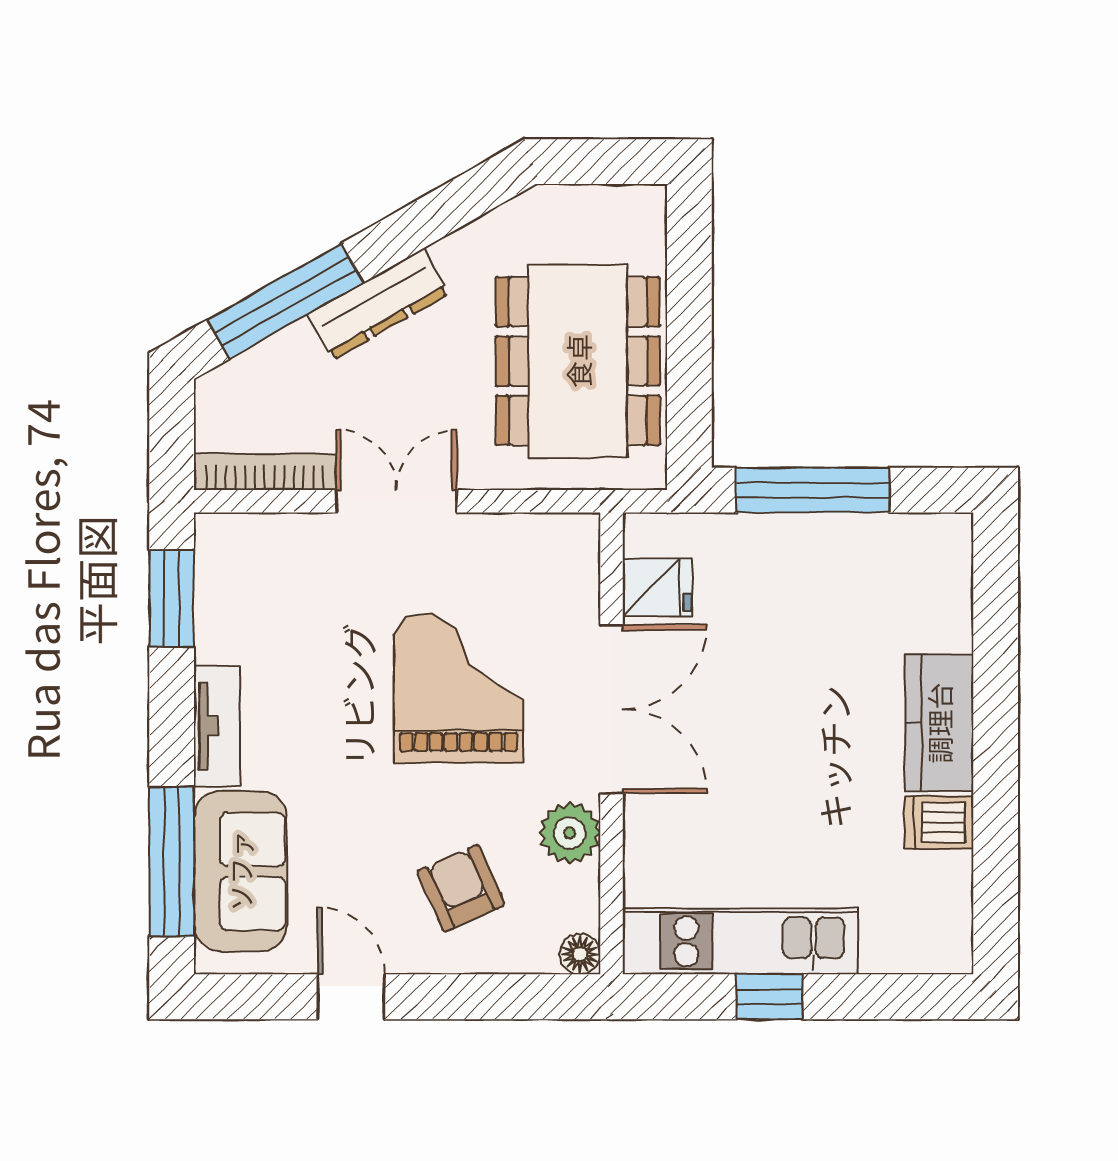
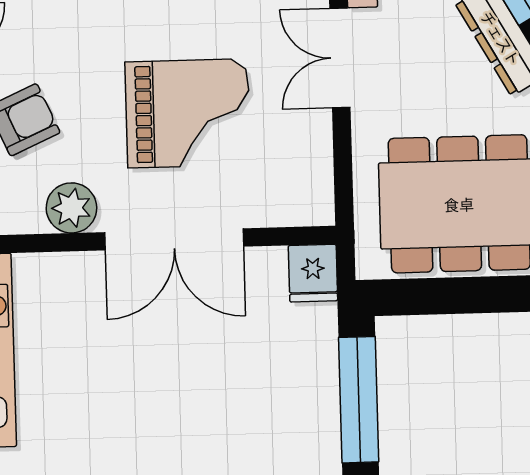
double door: (396, 501) -> (340, 58), swing flipped
fridge: (657, 587) -> (313, 273), moved

